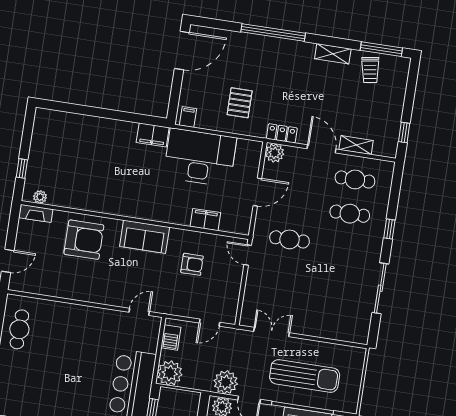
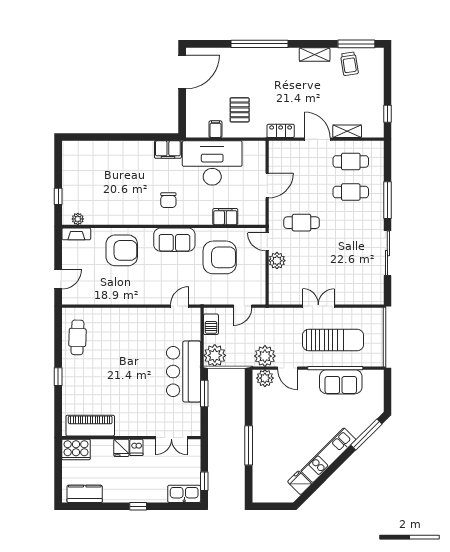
filing cabinet: (188, 117) -> (215, 129), moved
plant: (275, 153) -> (277, 261), moved
chair: (145, 192) -> (168, 200), added
window: (389, 229) -> (387, 200), width x2.17
armchair: (192, 264) -> (220, 257), width x1.88, depth x1.88
double door: (272, 332) -> (318, 306), moved

